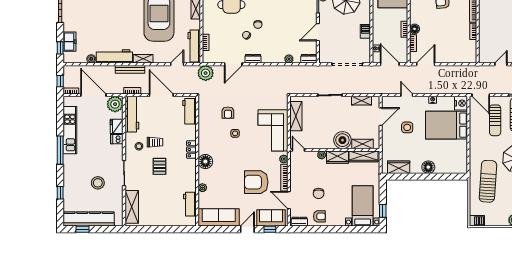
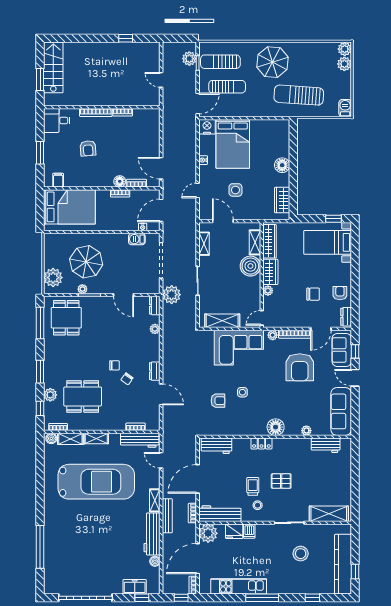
barbecue: (365, 31) -> (137, 239), moved
plant: (206, 73) -> (172, 295), moved

